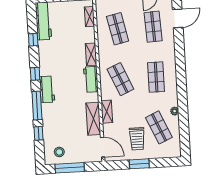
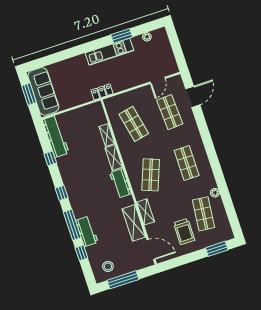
shelving: (89, 17) -> (107, 135), moved
shop shelf: (120, 79) -> (151, 175), turned 45
workbench: (47, 89) -> (87, 231), moved
shop shelf: (159, 127) -> (203, 214), turned 30
window: (139, 164) -> (217, 249), moved

